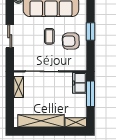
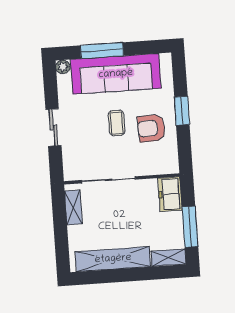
window: (91, 94) -> (190, 227), moved

